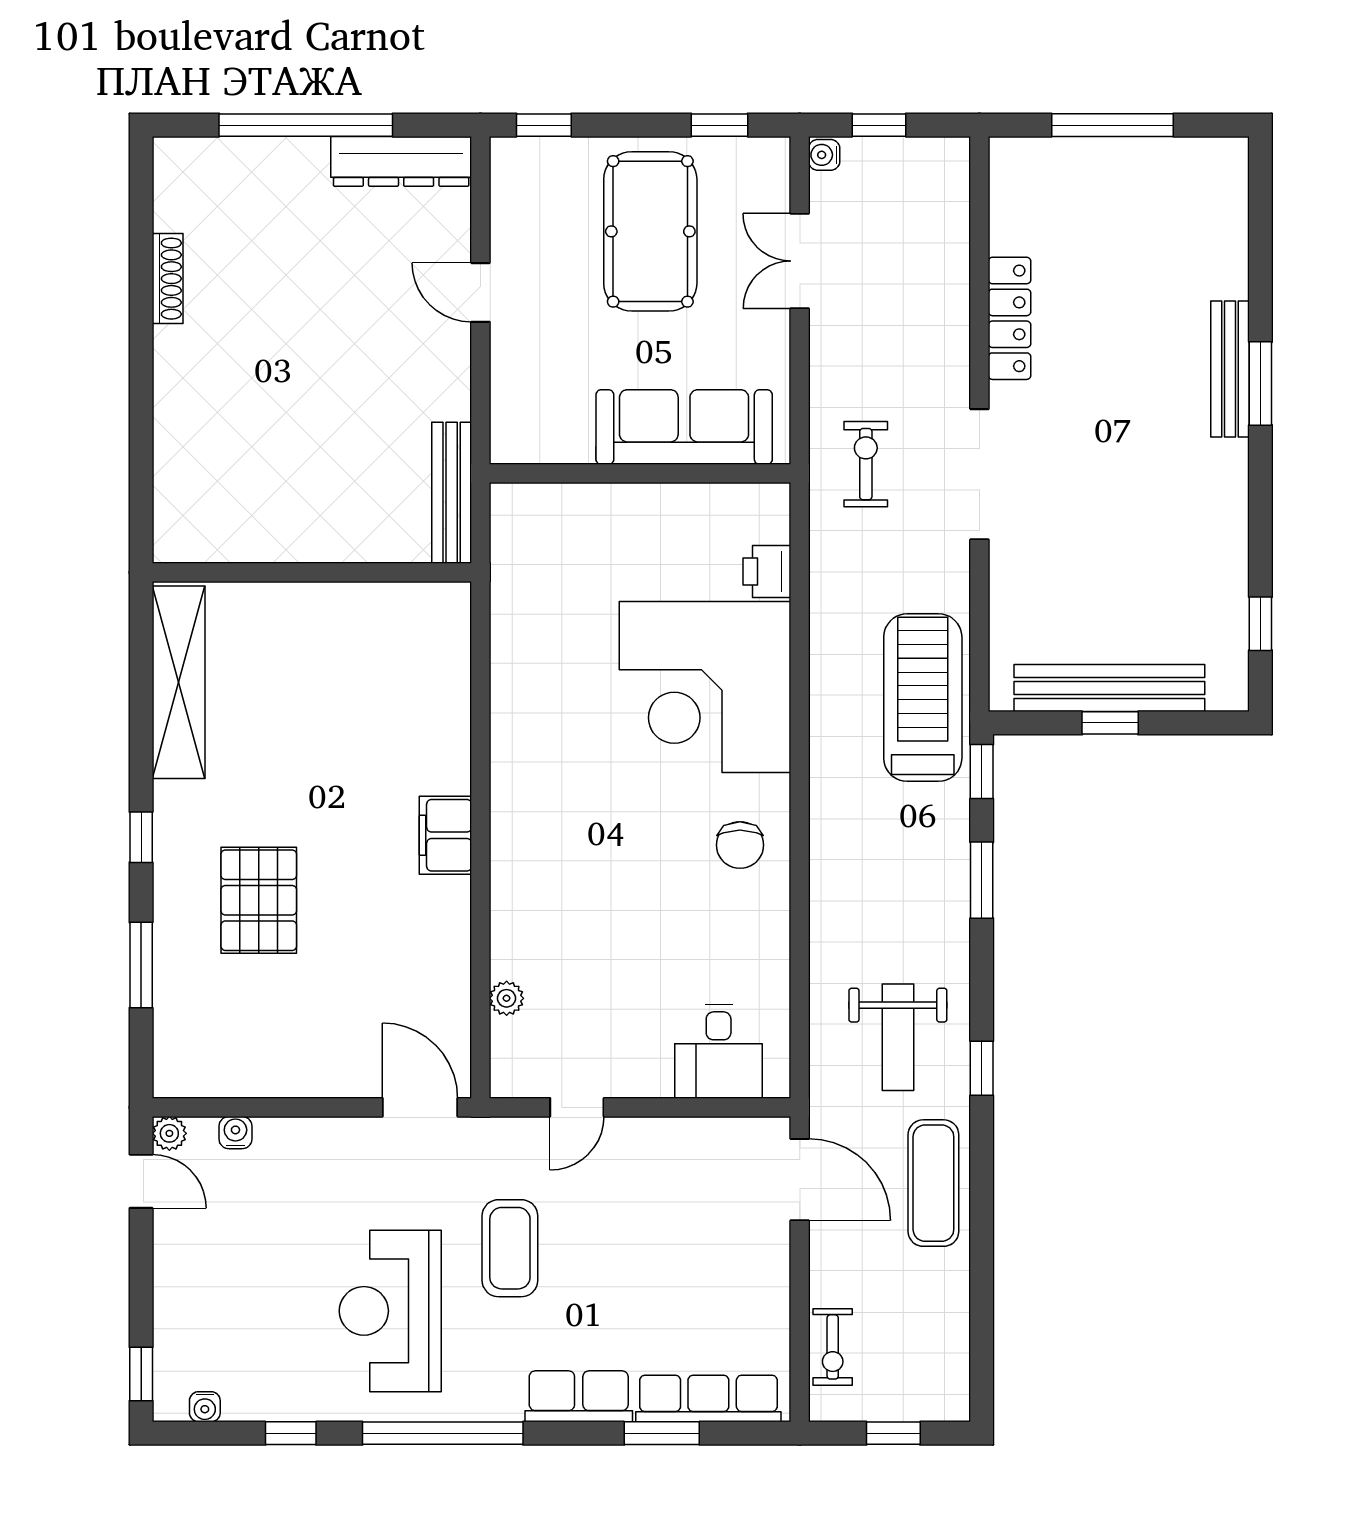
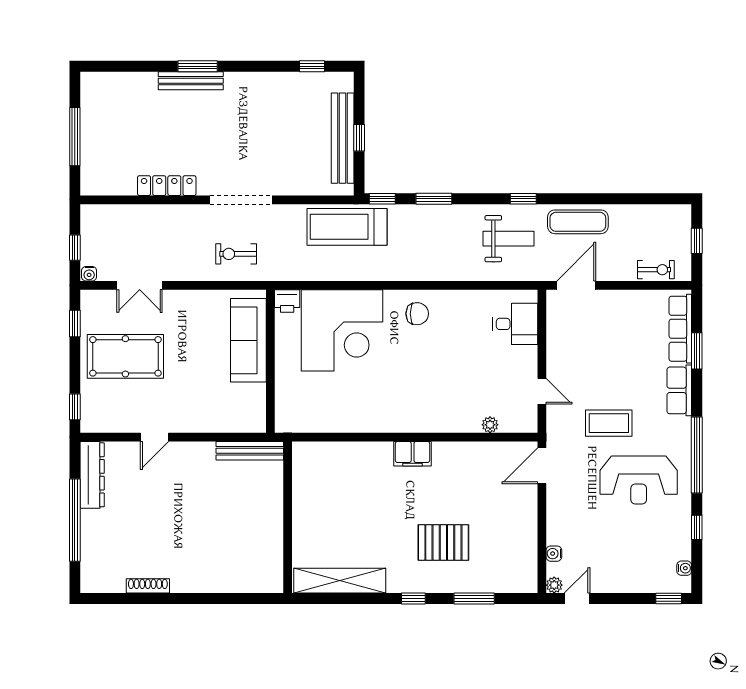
sofa: (684, 427) -> (248, 340), moved
wall: (640, 473) -> (270, 361), moved

